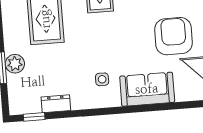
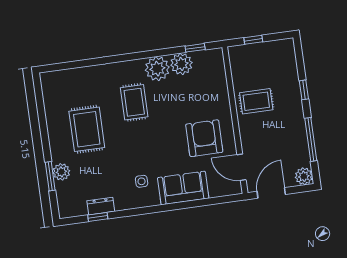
window: (34, 117) -> (98, 217), moved

